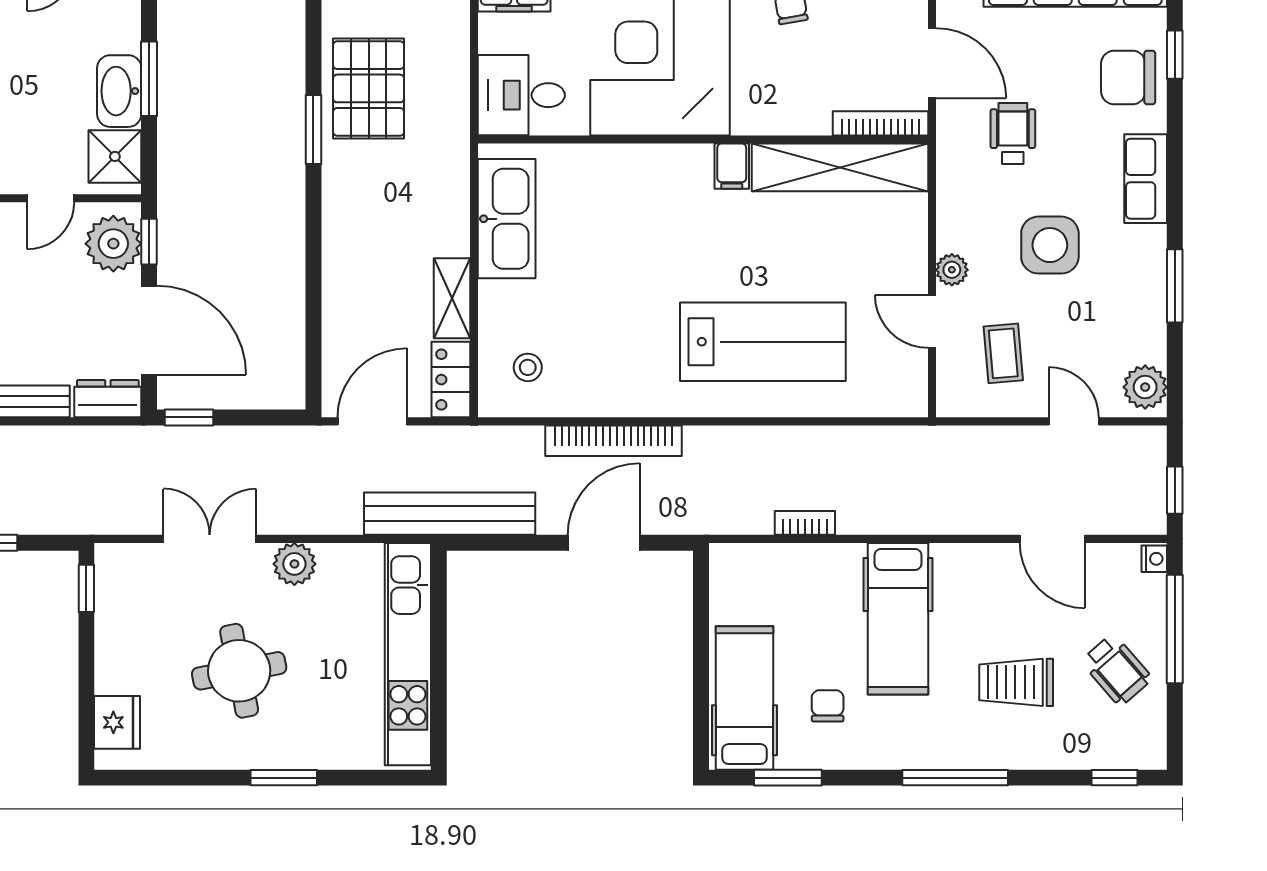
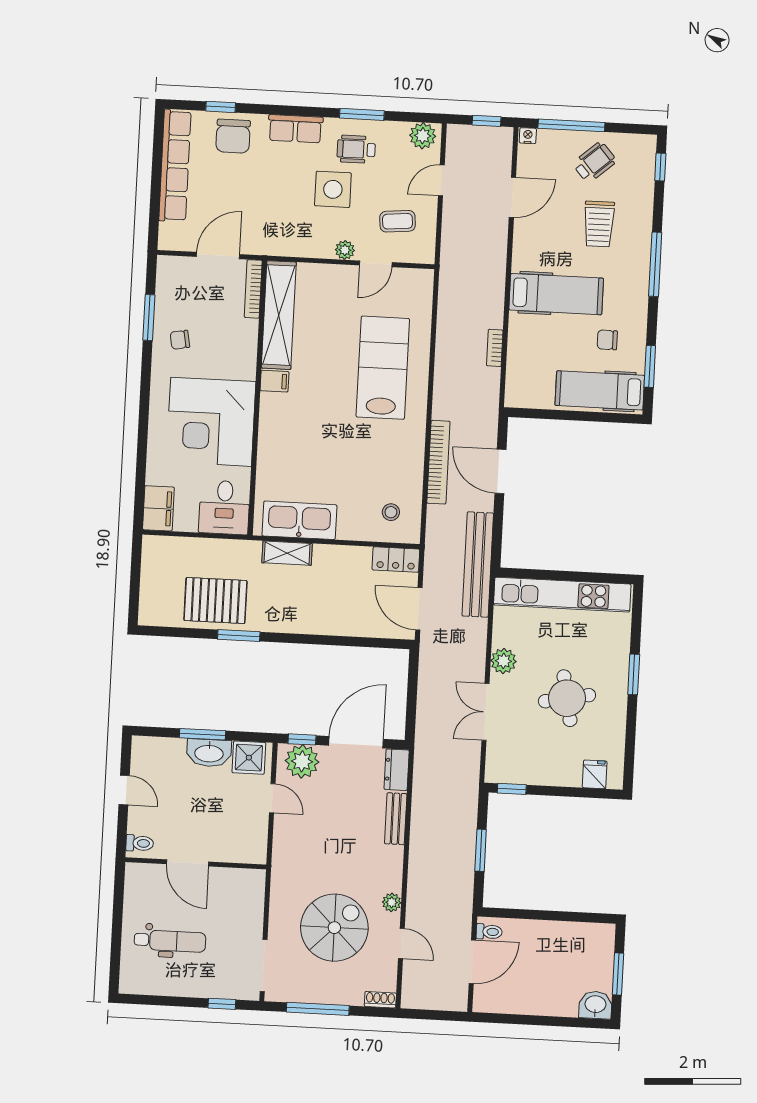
wheelchair: (1013, 133) -> (356, 149), moved
shelving: (452, 298) -> (287, 553), moved
window: (189, 417) -> (411, 721), removed
fridge: (117, 722) -> (595, 774), width x0.72

